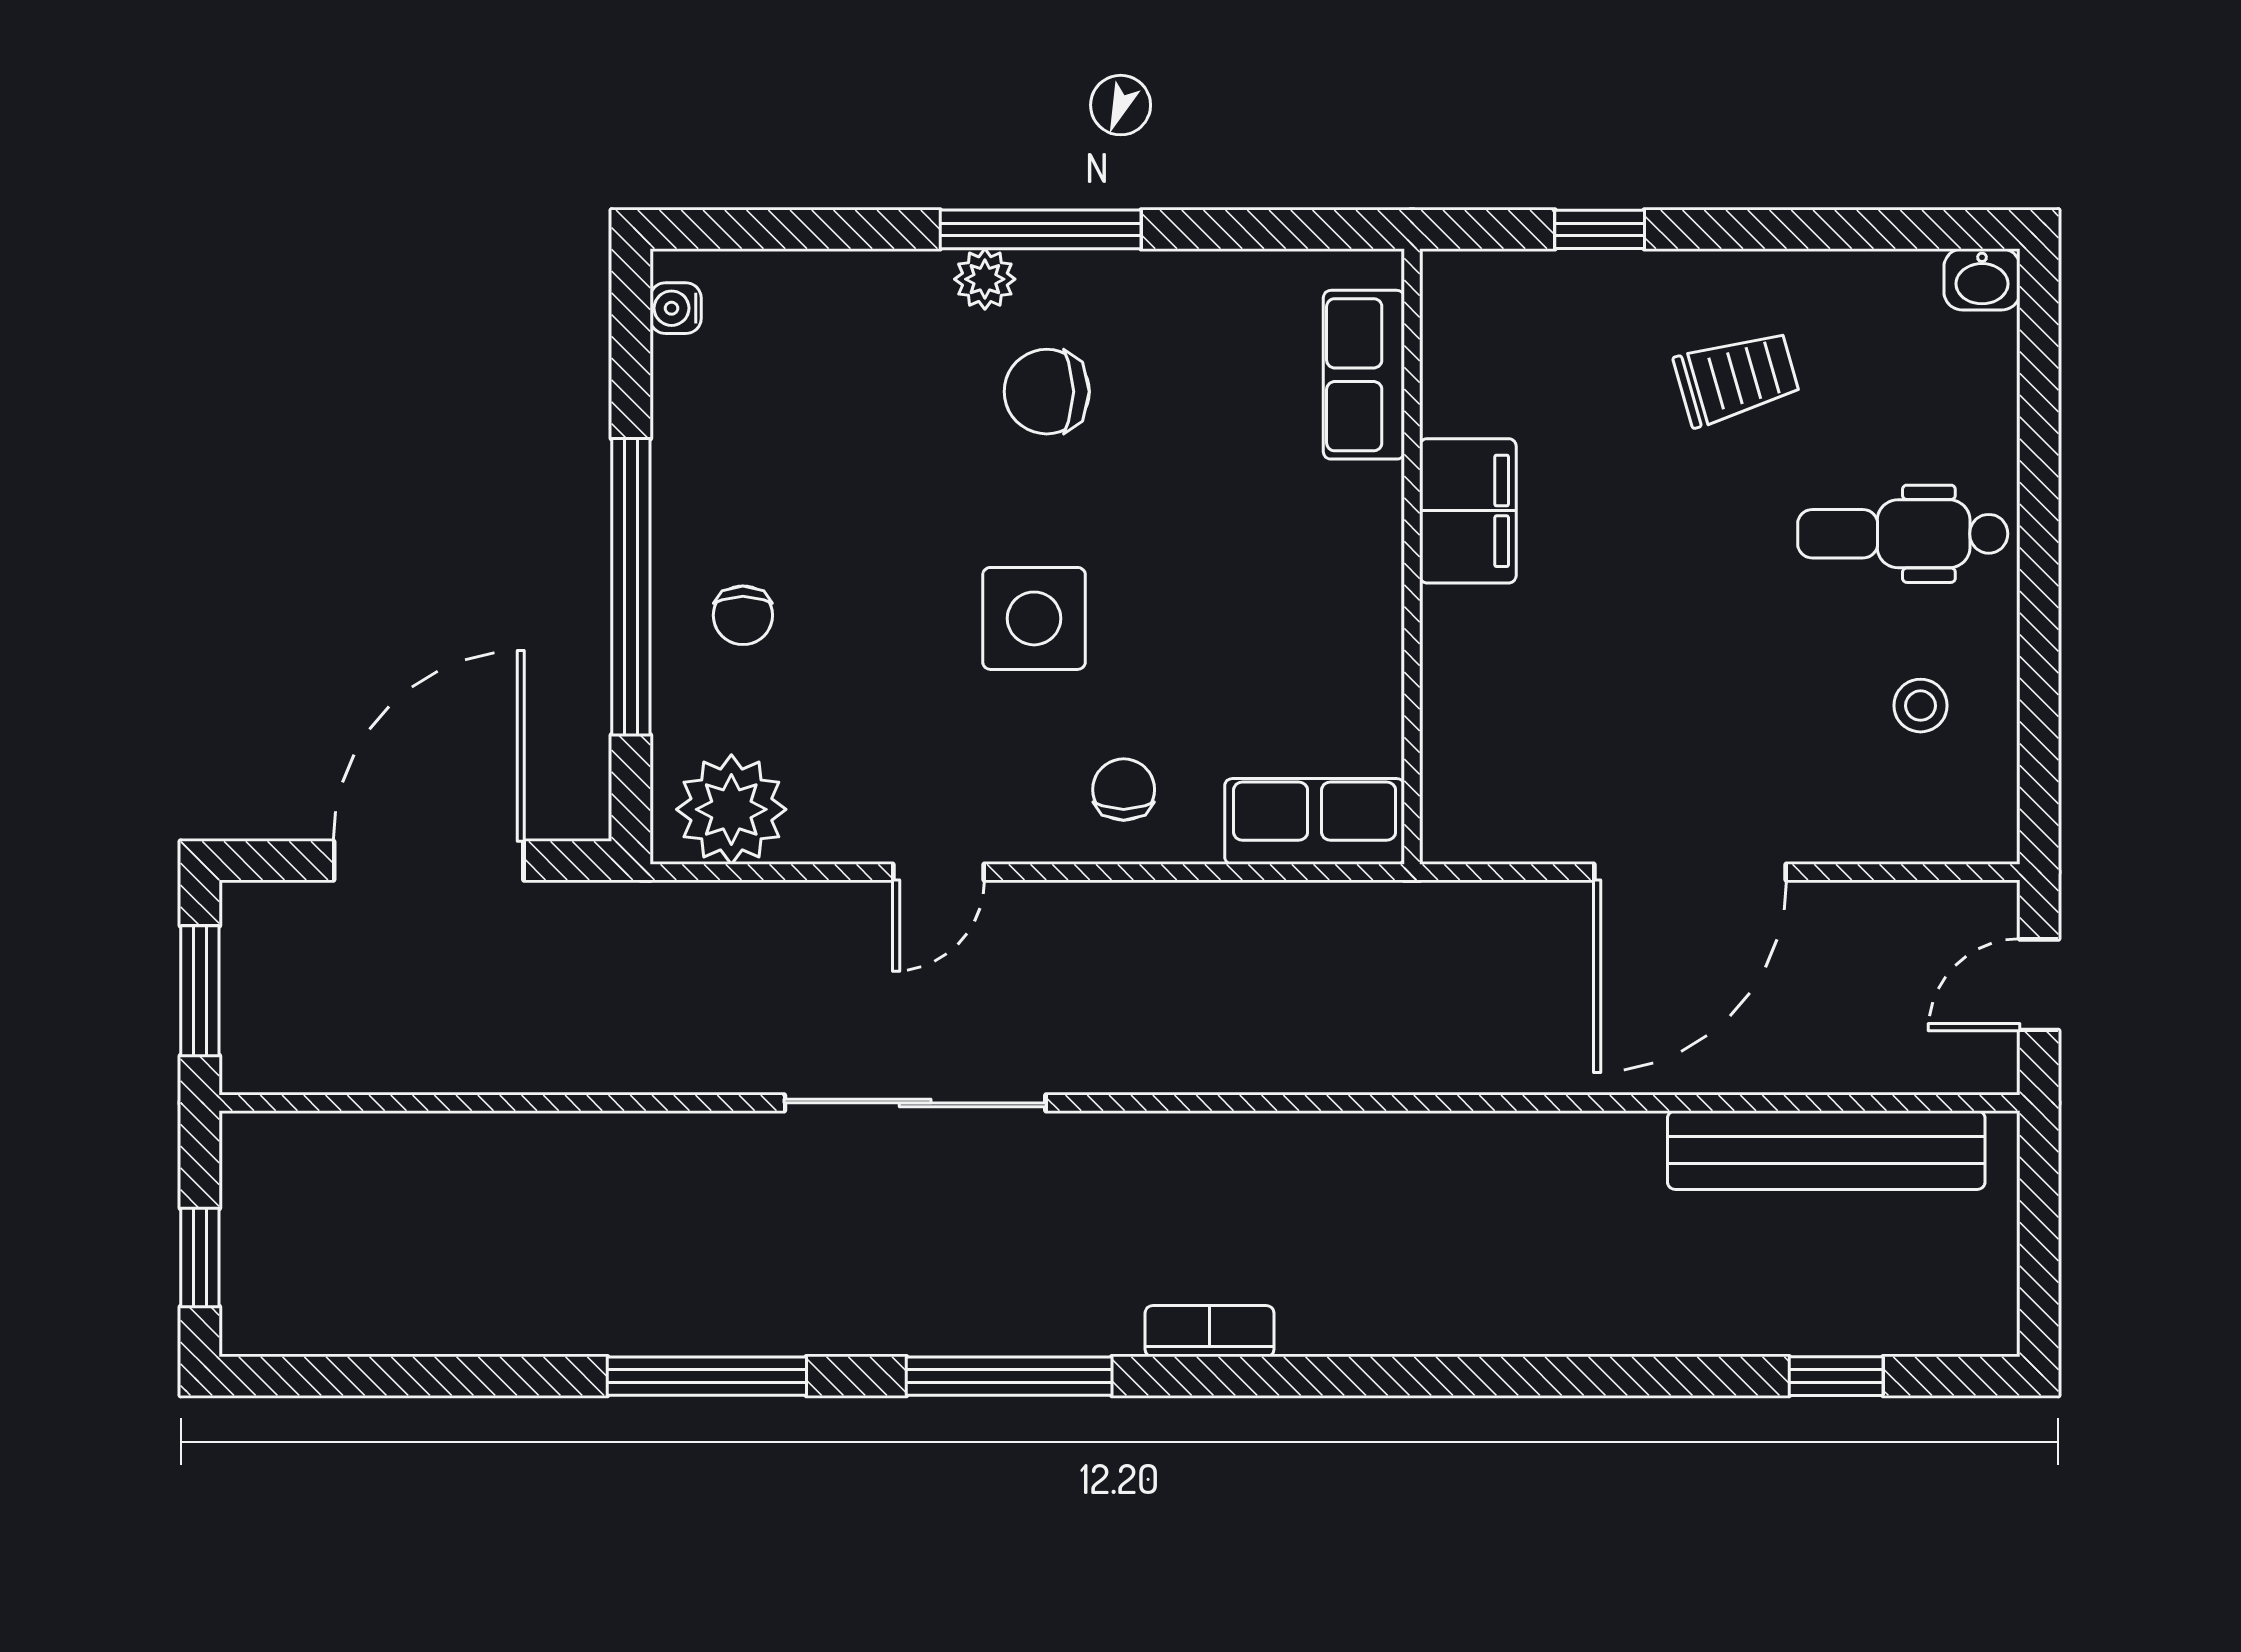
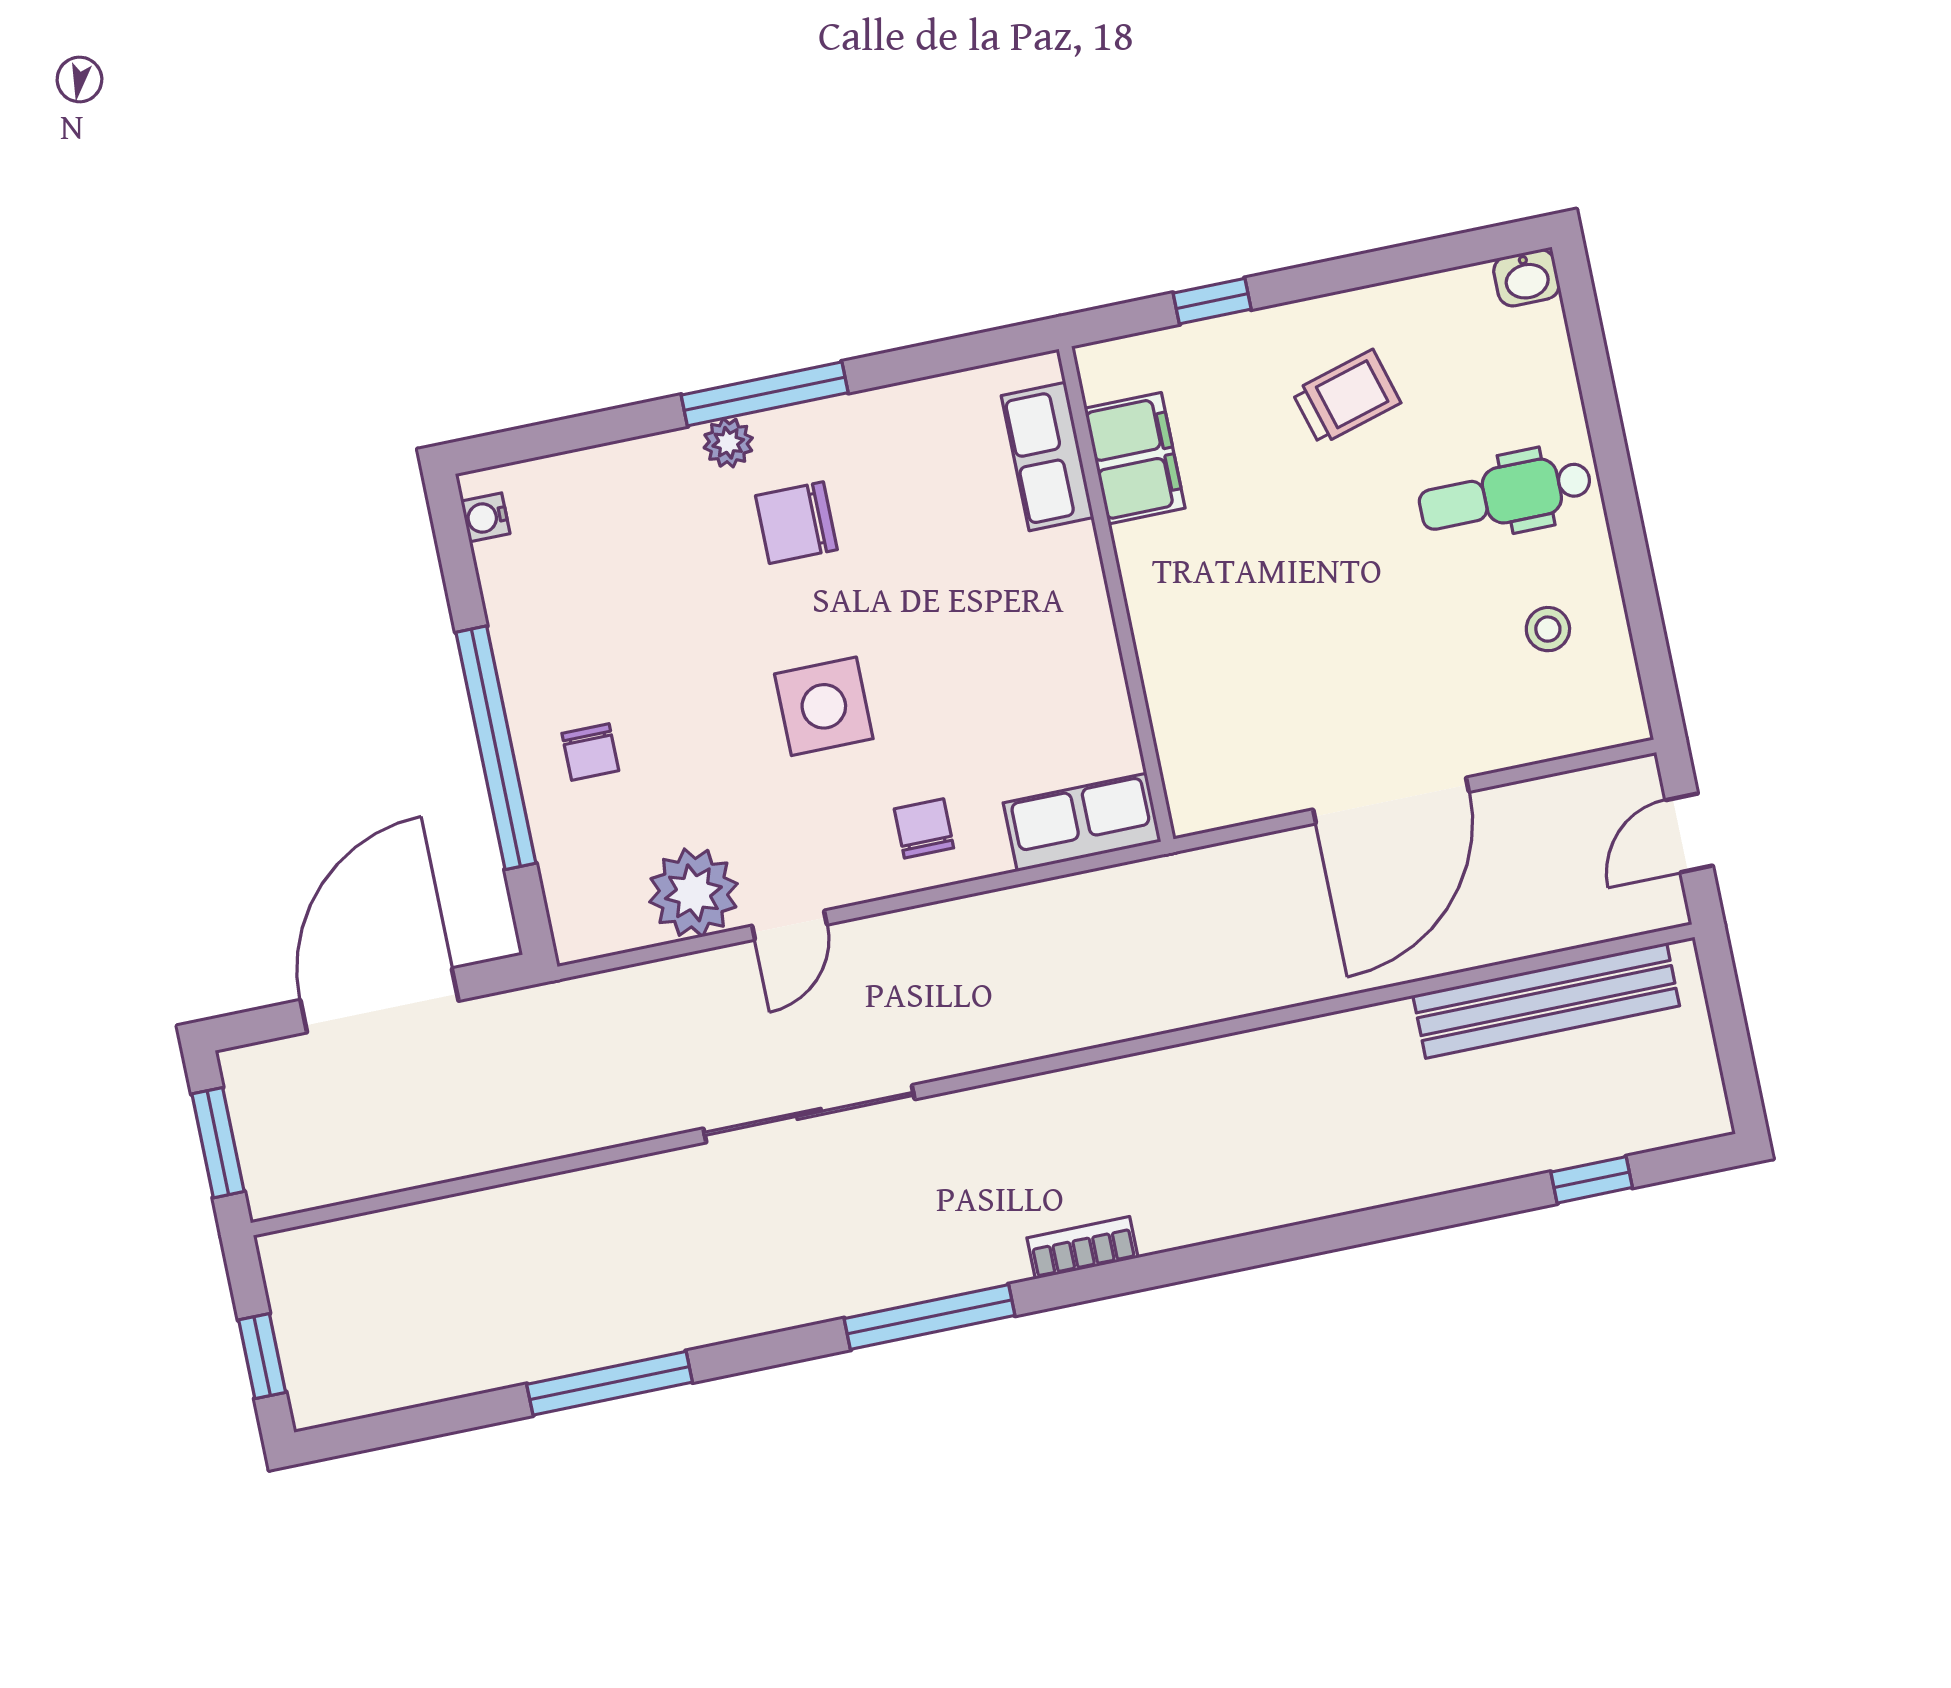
filing cabinet: (1468, 511) -> (1135, 458), moved
plant: (731, 809) -> (693, 893), moved
window: (707, 1376) -> (610, 1383), moved

